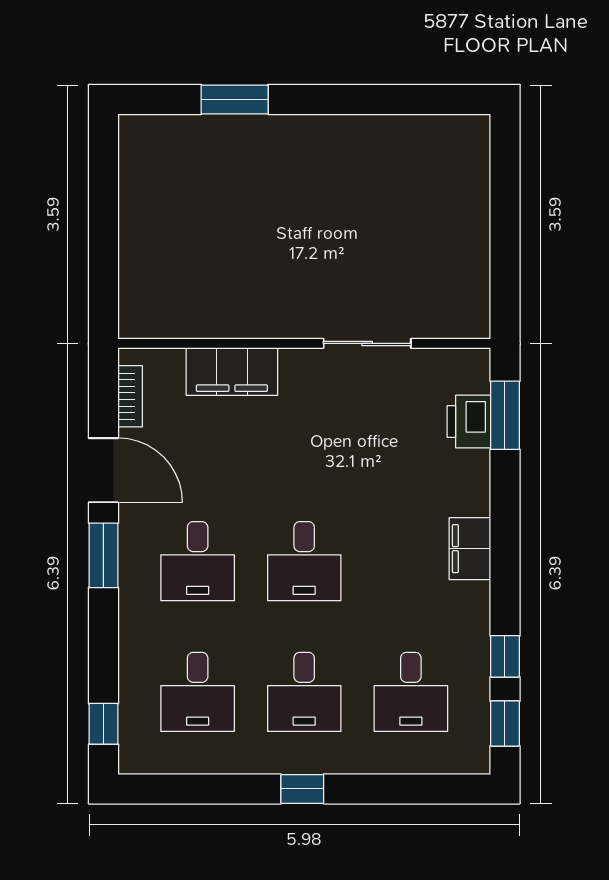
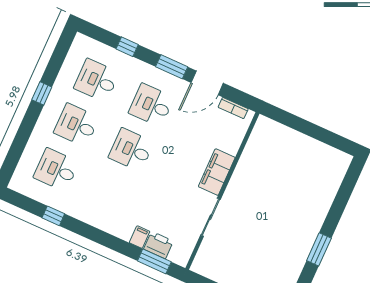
window: (235, 99) -> (319, 249), moved
filing cabinet: (232, 372) -> (217, 172), moved
filing cabinet: (470, 549) -> (140, 237), moved, width x0.50
window: (103, 724) -> (127, 47), moved
window: (505, 724) -> (25, 203), removed
window: (302, 789) -> (42, 93), moved

